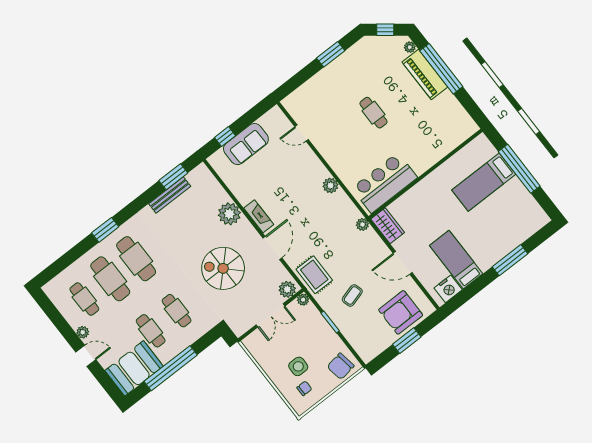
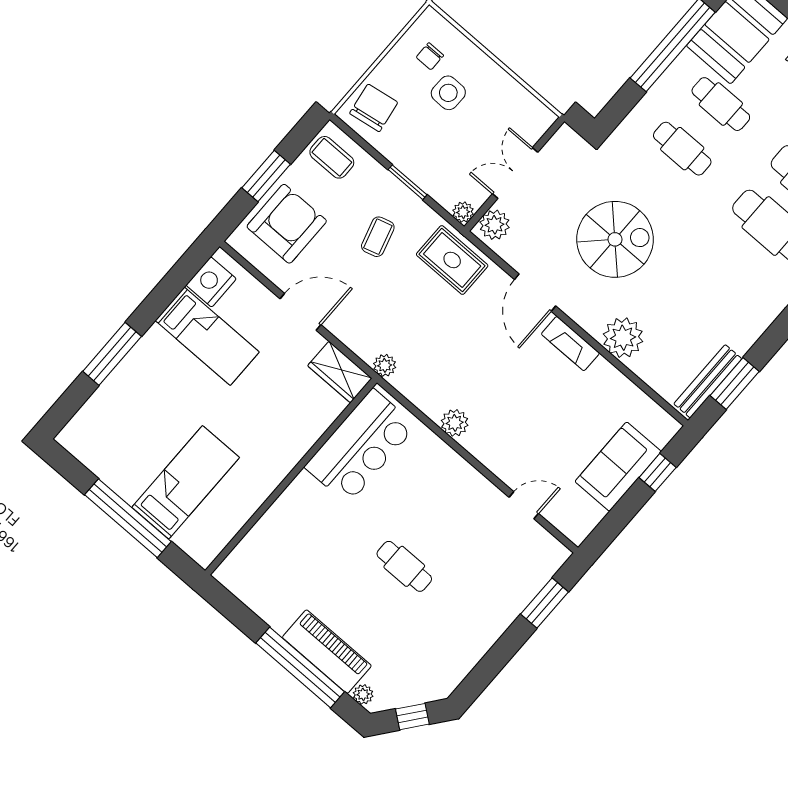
window: (331, 54) -> (544, 603), moved
bench: (170, 195) -> (708, 381), moved
coffee table: (369, 344) -> (332, 157), added

